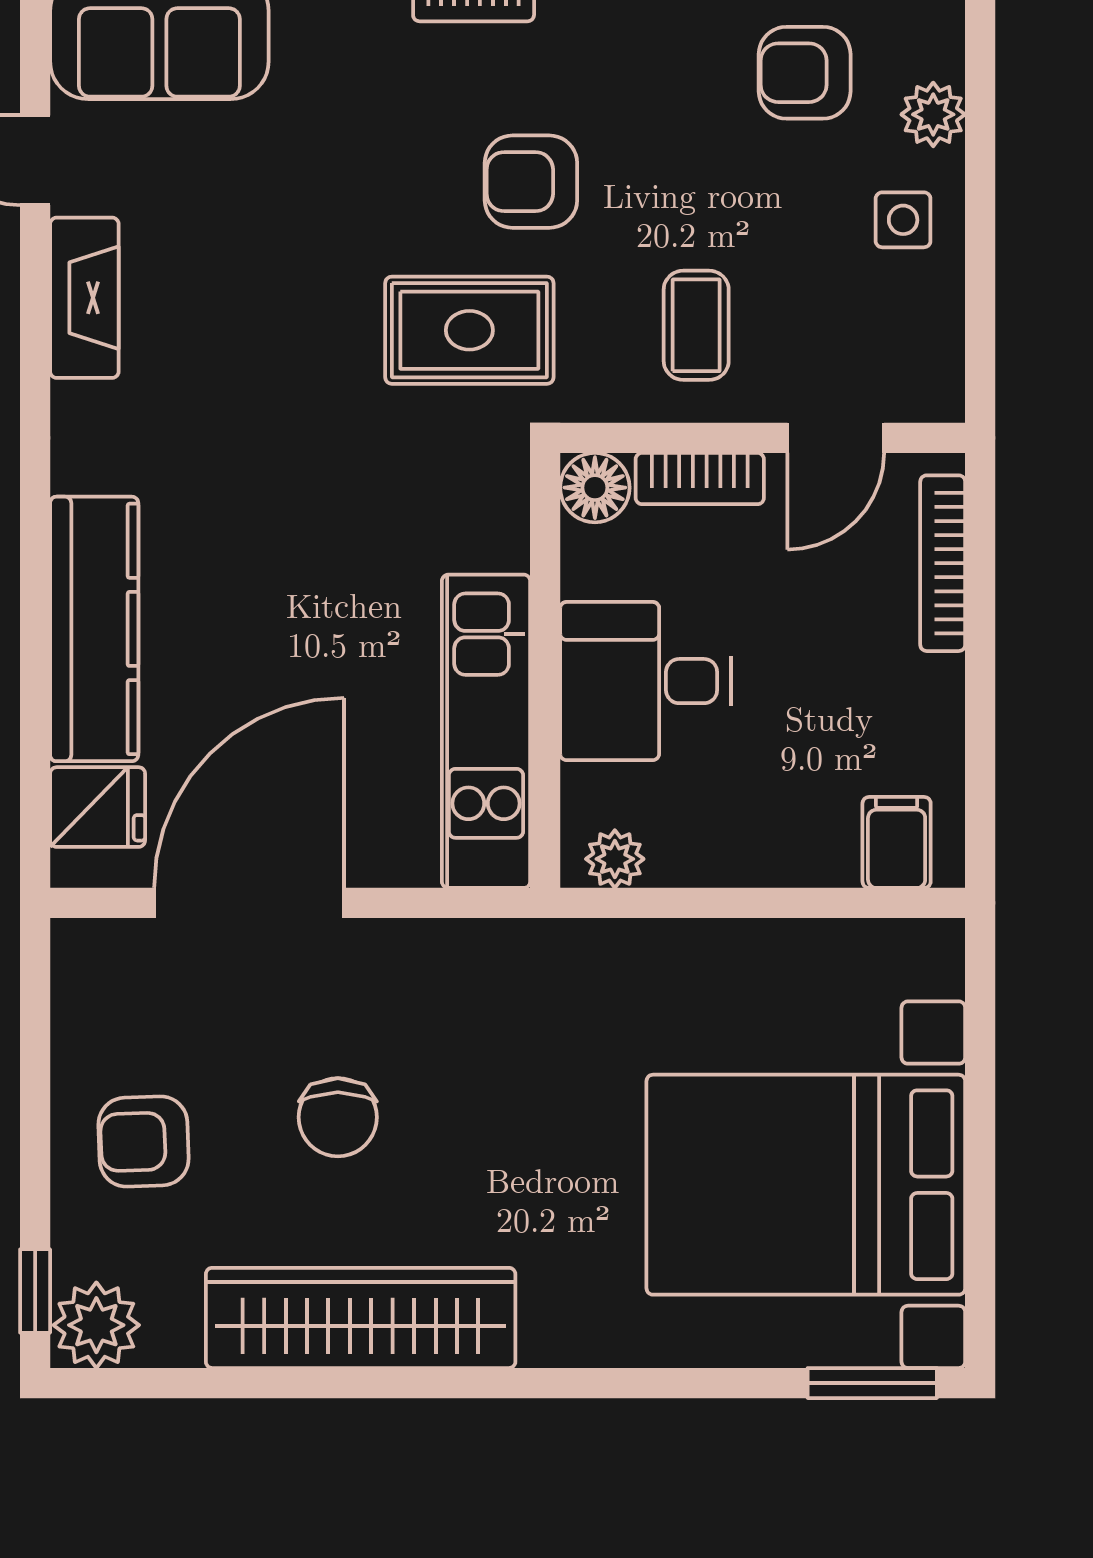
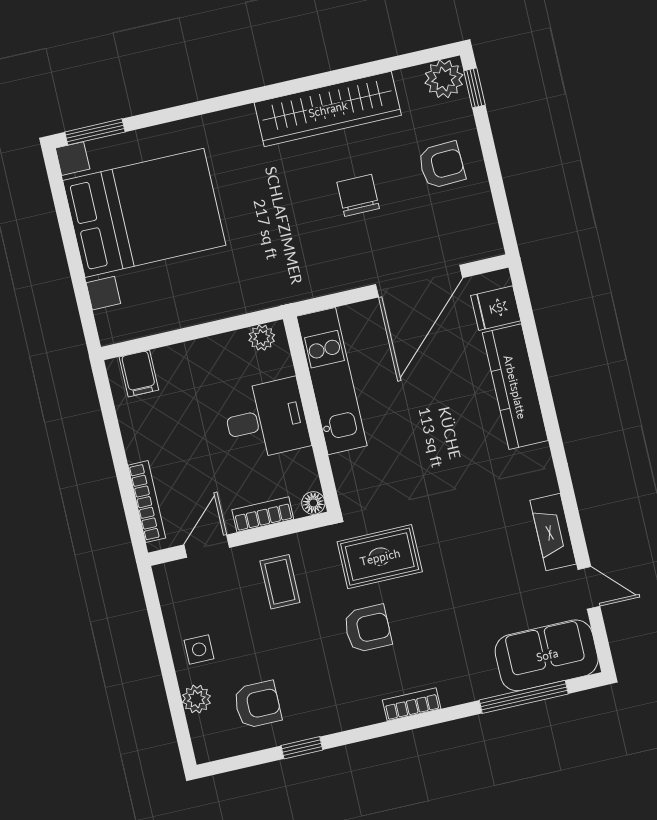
floor lamp: (595, 488) -> (313, 503), width x0.73, depth x0.73

